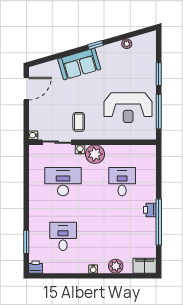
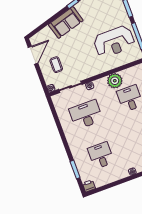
coffee table: (79, 122) -> (56, 65), moved
plant: (95, 154) -> (115, 81), moved

